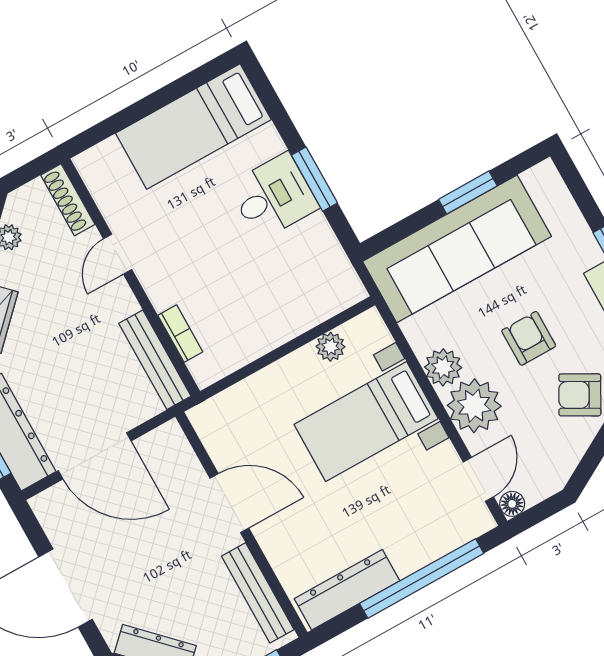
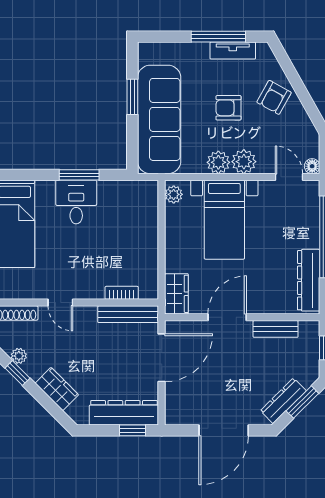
plant: (330, 347) -> (174, 194), moved
plant: (474, 406) -> (244, 162), width x0.73, depth x0.73
wardrobe: (222, 412) -> (176, 294), added
door: (95, 456) -> (162, 358), moved
bench: (258, 593) -> (276, 329), width x0.73

